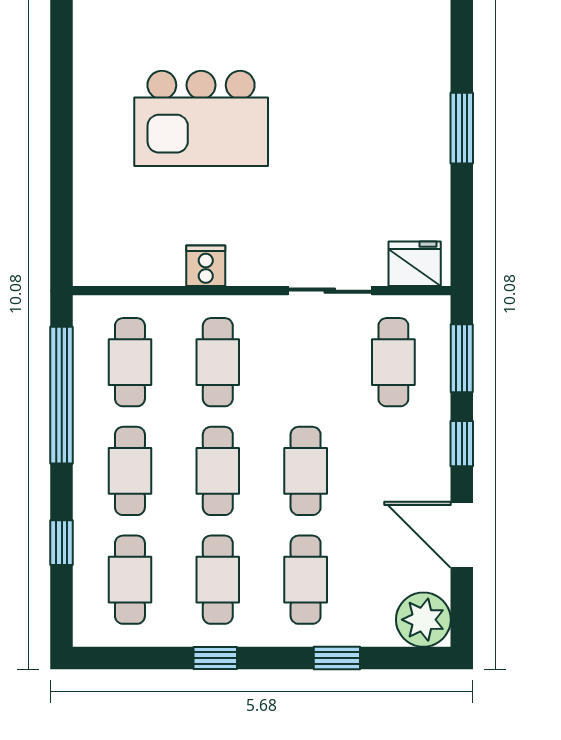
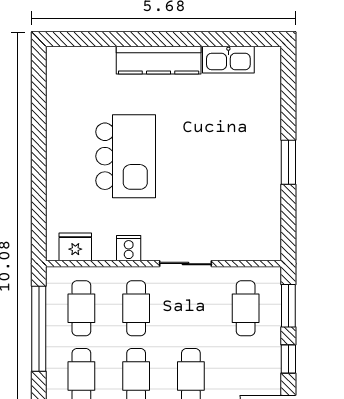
kitchen island: (201, 118) -> (126, 156), turned -90
fridge: (415, 264) -> (75, 247), moved
sliding door: (330, 291) -> (185, 264), moved

